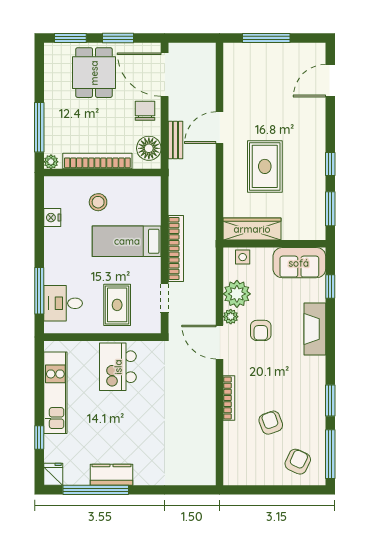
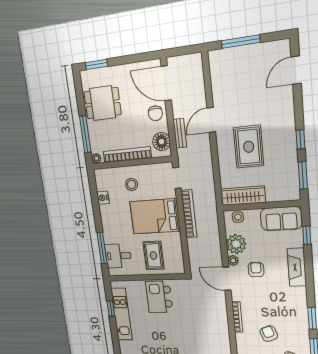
window: (118, 38) -> (129, 59), removed
dining table: (94, 73) -> (103, 103), moved, turned 90
chair: (145, 111) -> (155, 113), turned 180
bed: (127, 241) -> (155, 216), width x1.50
doorway: (165, 298) -> (177, 178), moved
armchair: (261, 330) -> (256, 270), turned 180
window: (39, 437) -> (111, 309), moved

